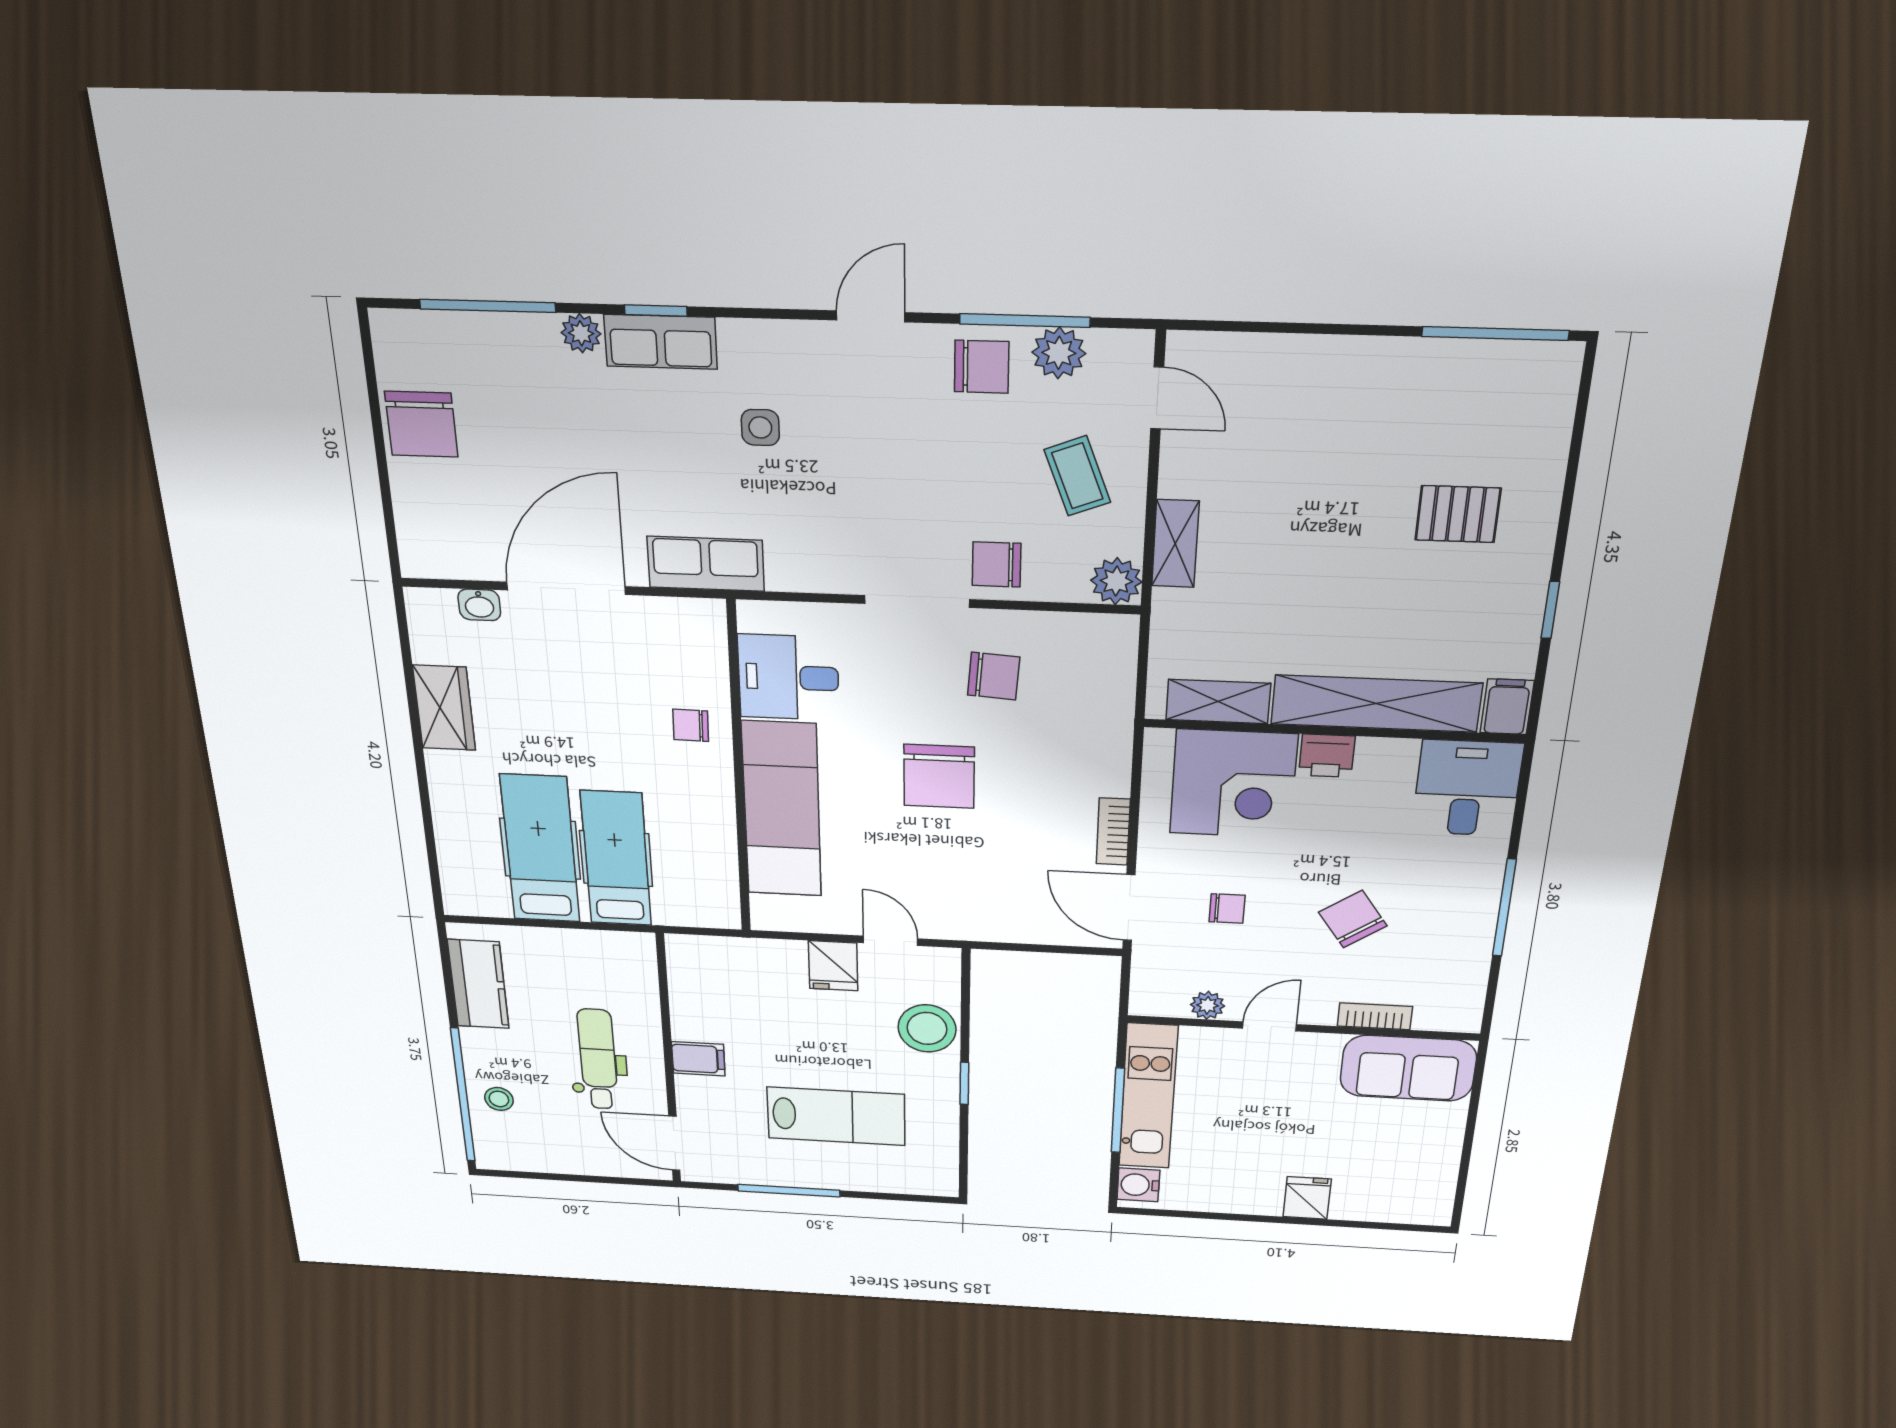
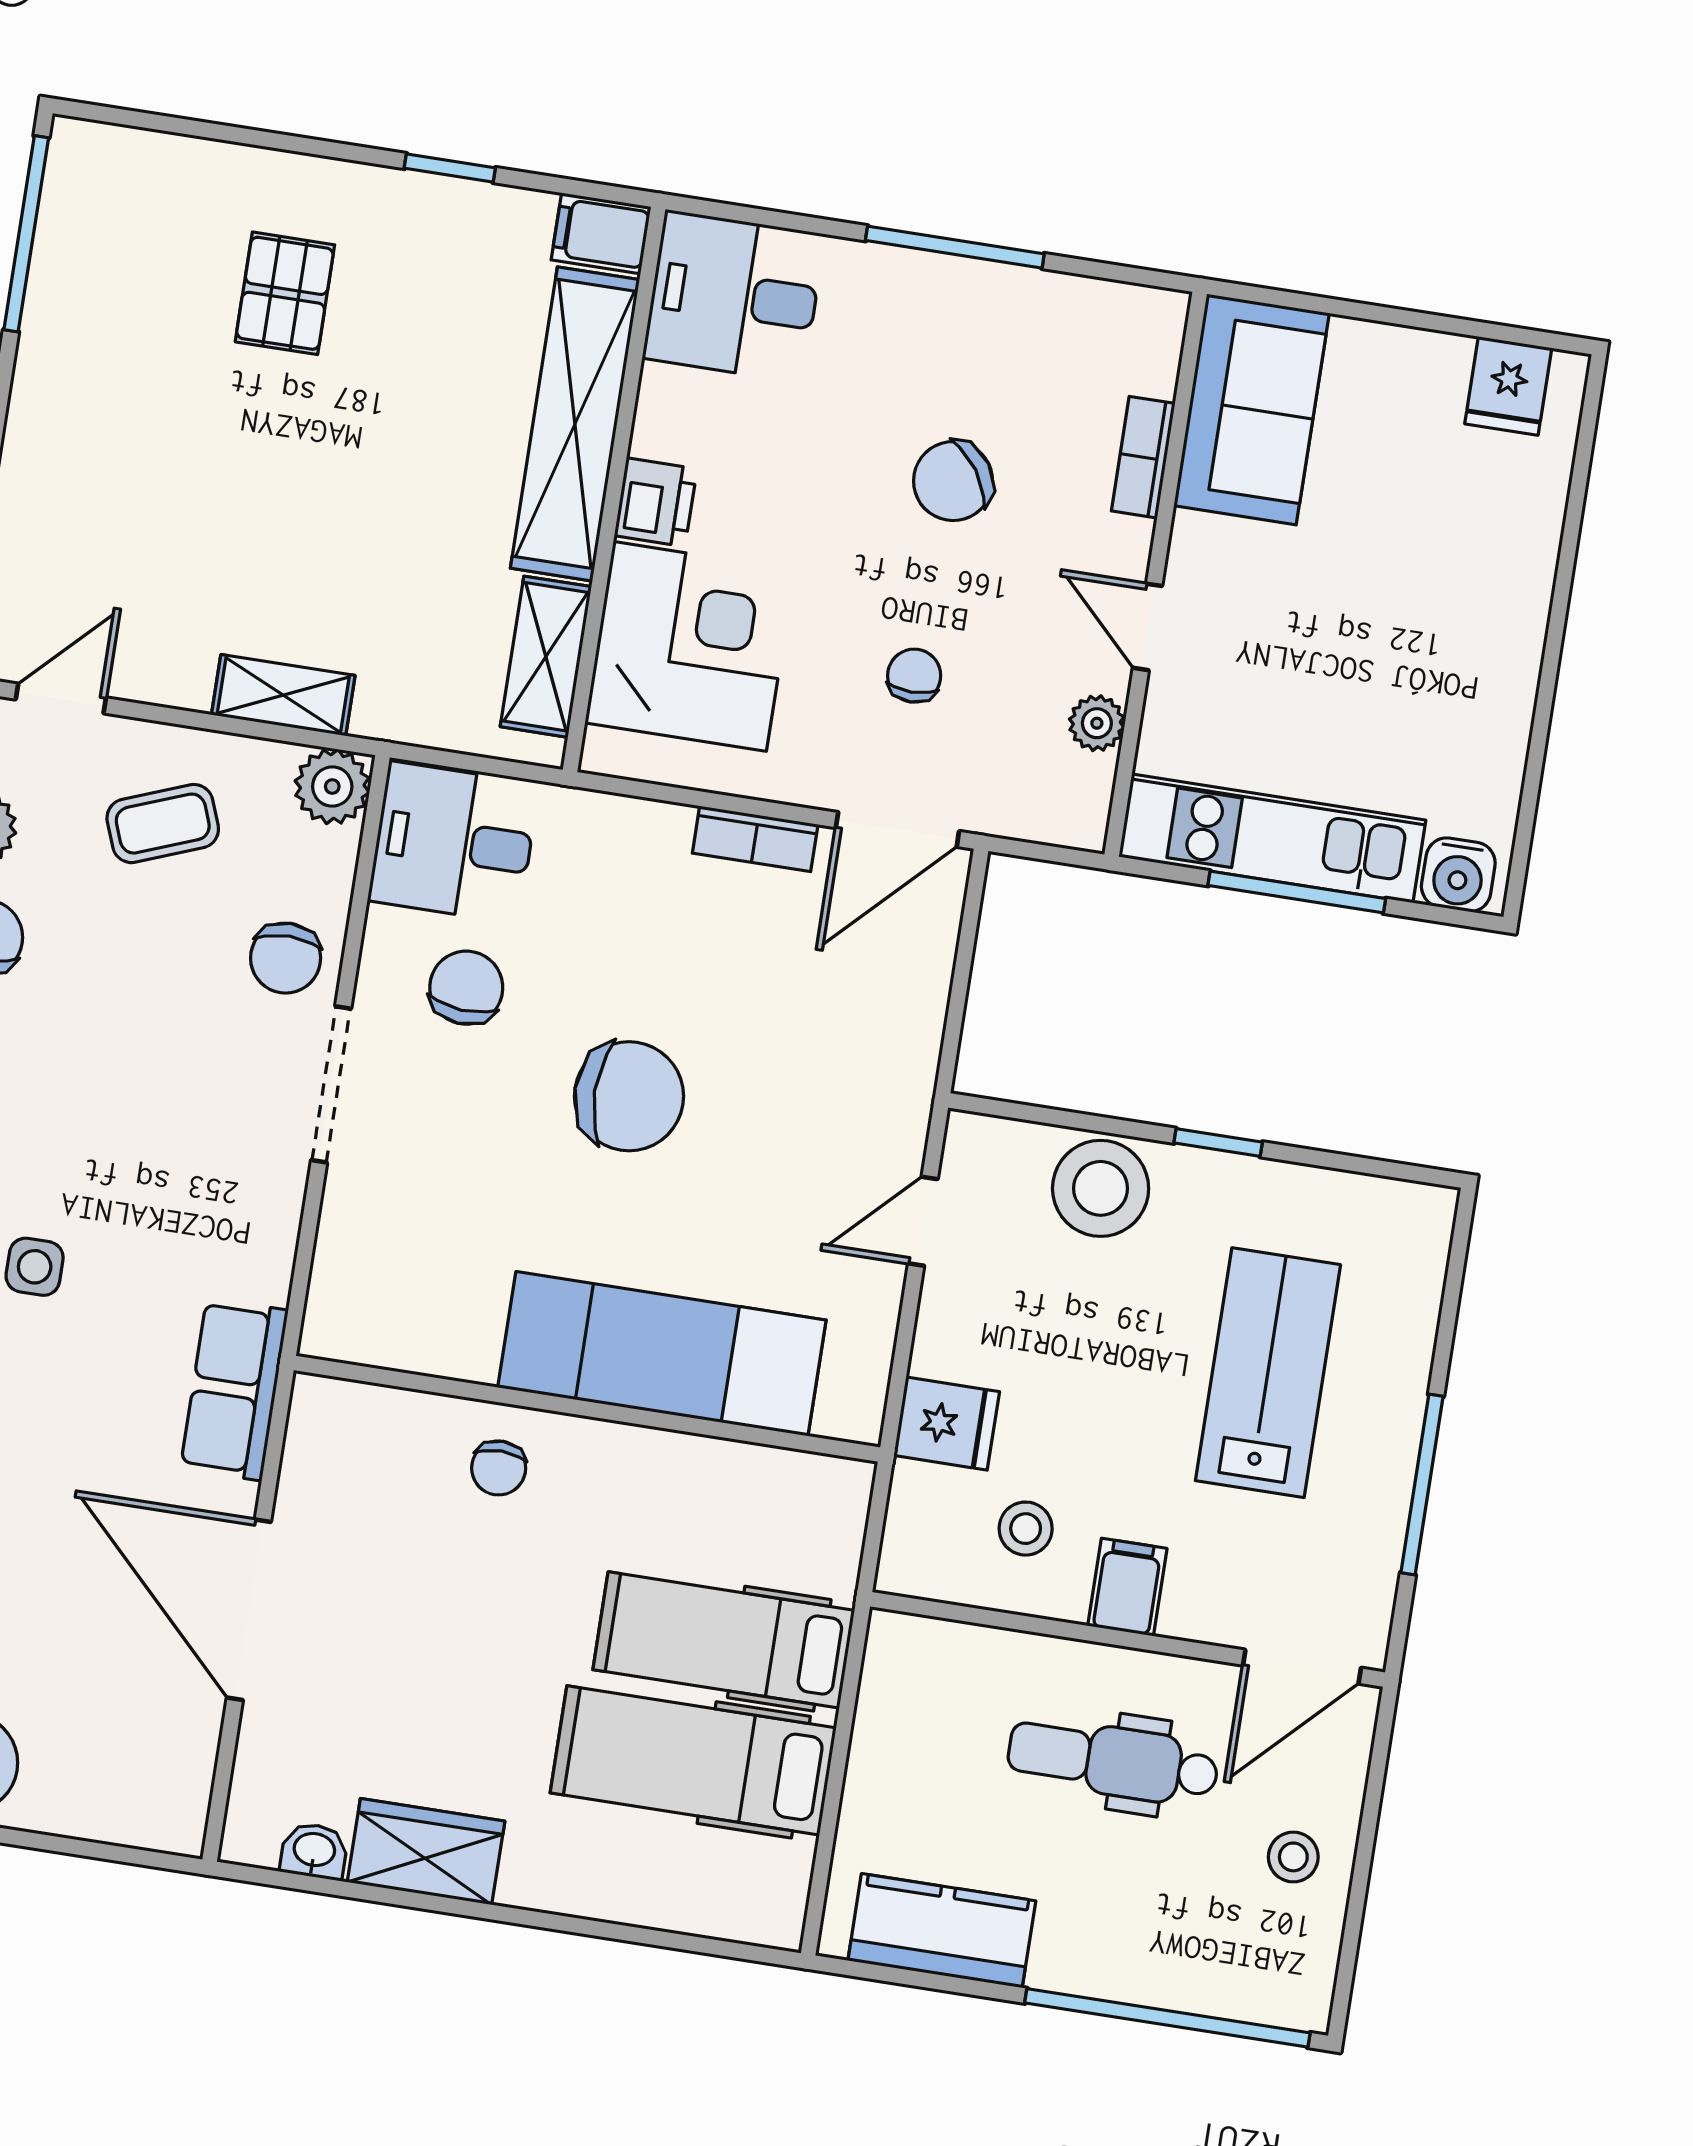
washbasin: (479, 605) -> (314, 1851), moved, turned -90
desk: (788, 677) -> (454, 842), moved, turned 90
fridge: (833, 966) -> (947, 1424), moved
stool: (720, 1007) -> (1026, 1529), added
stool: (499, 1099) -> (1293, 1857), moved
fridge: (1307, 1198) -> (1508, 386), moved, turned -90

